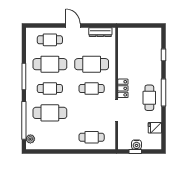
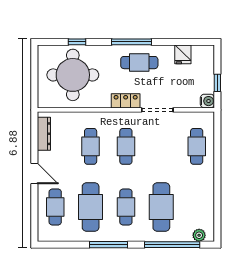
door: (73, 26) -> (34, 174), swing flipped
round table: (141, 52) -> (73, 75), added
cafe table: (92, 64) -> (91, 146), width x0.73, depth x0.74
water cooler: (136, 145) -> (207, 101), moved

